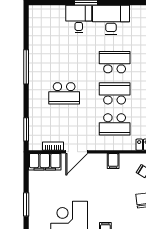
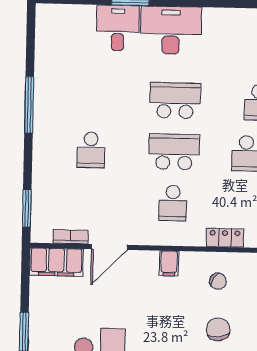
school desk: (64, 93) -> (91, 150), width x0.54
school desk: (115, 124) -> (173, 203), width x0.54

